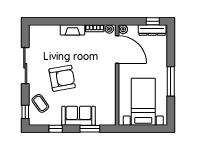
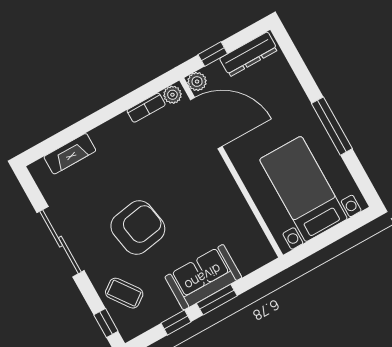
window: (153, 21) -> (213, 54), moved
fireplace: (72, 30) -> (70, 154), moved
window: (90, 129) -> (217, 300), moved

